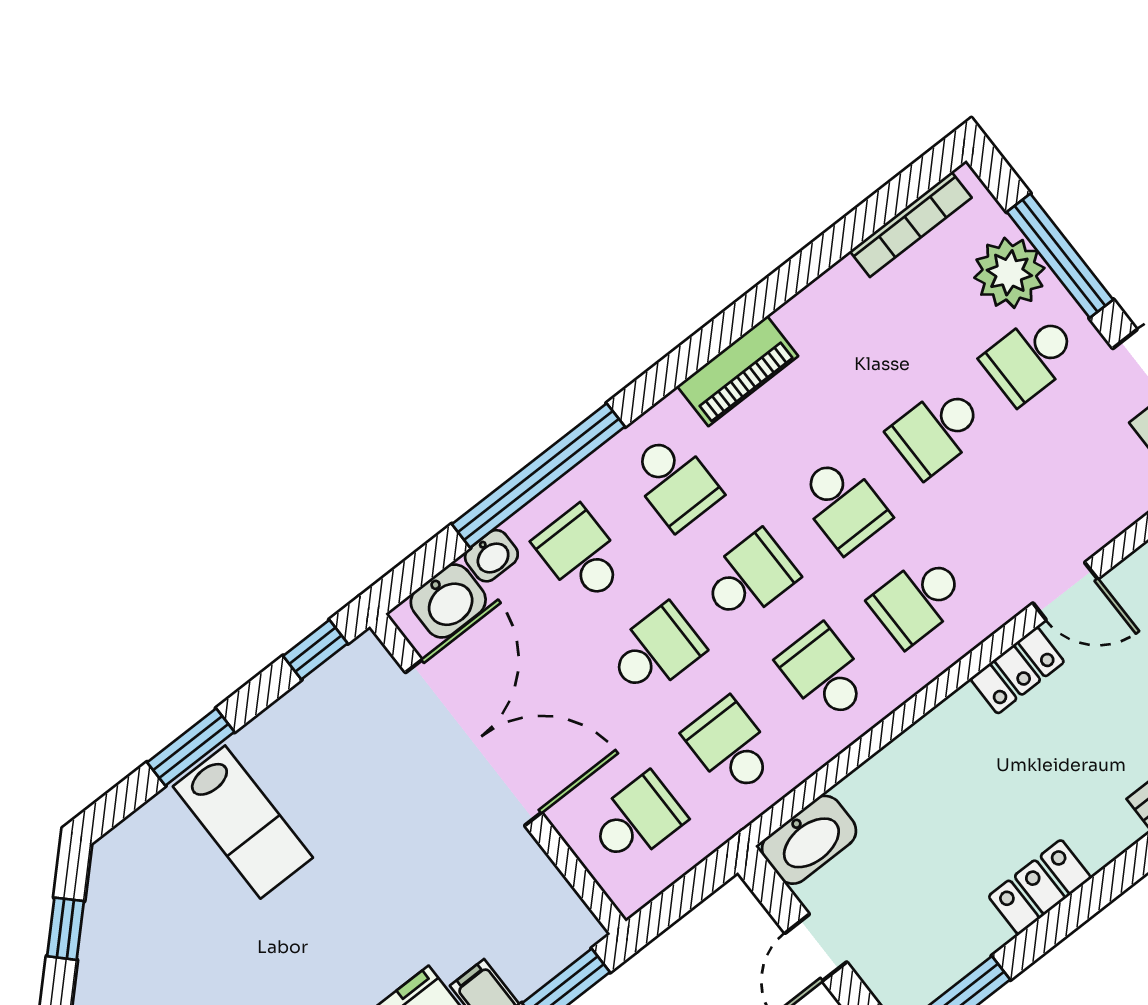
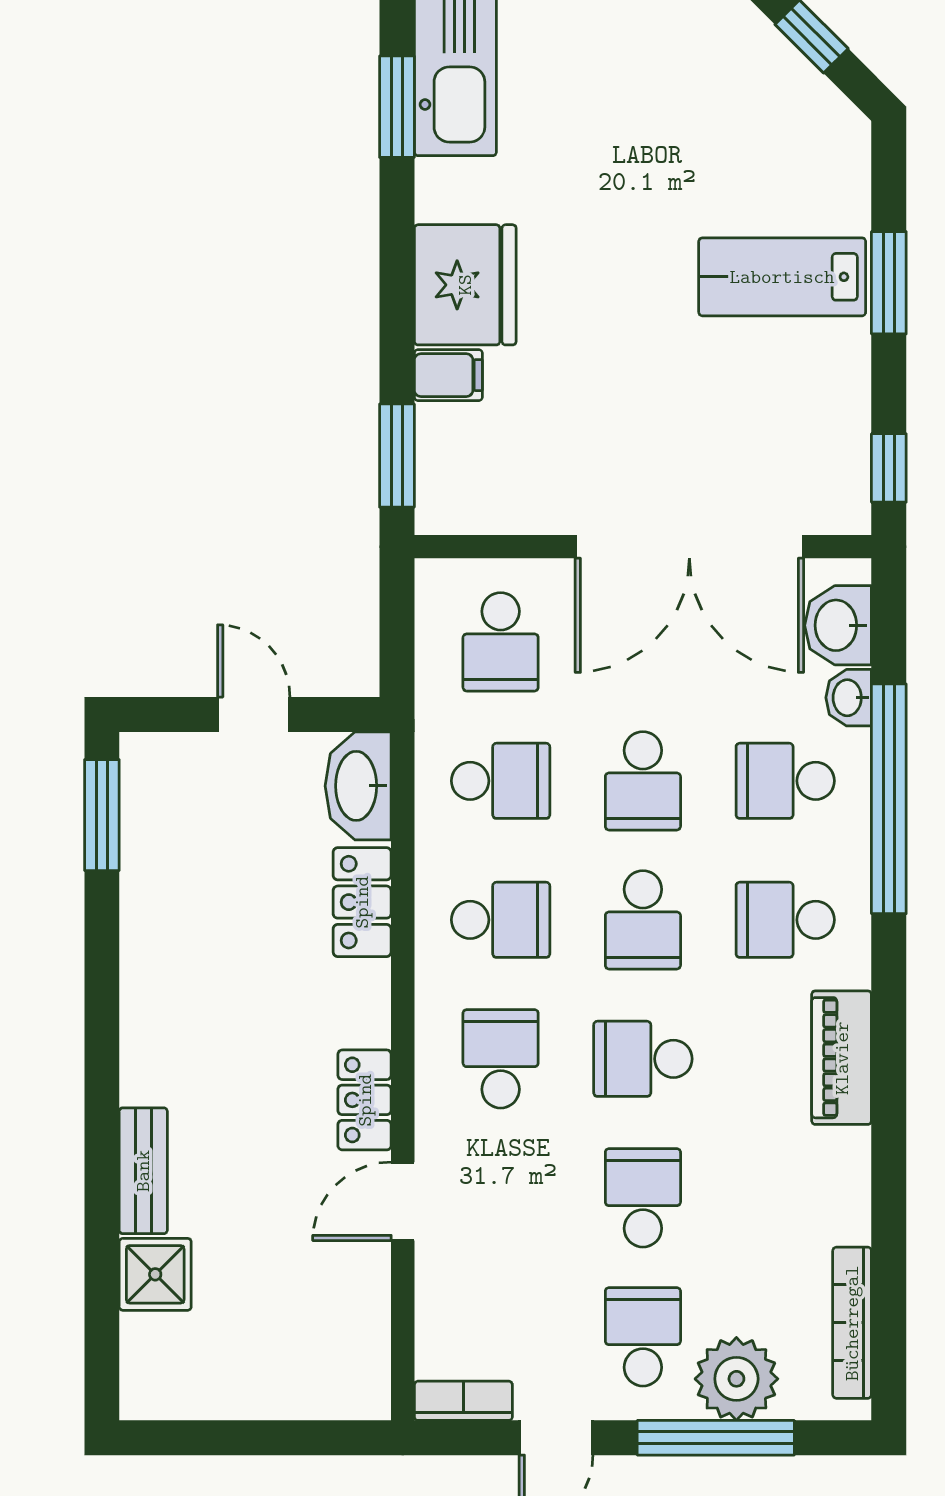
school desk: (581, 555) -> (785, 781), turned 180
locker: (1040, 887) -> (362, 902), moved, turned 180

